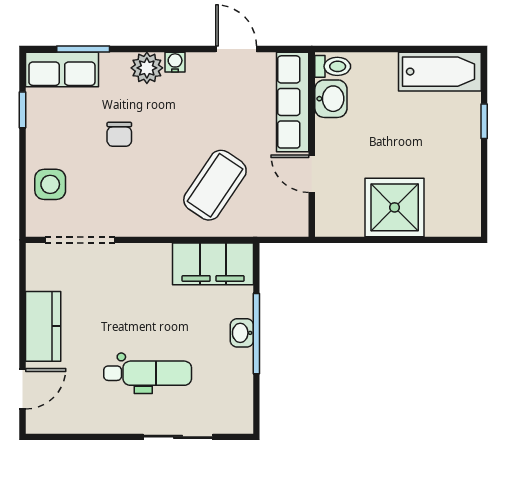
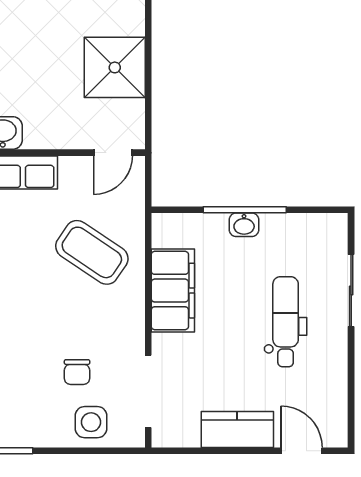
chair: (119, 134) -> (77, 372), moved, turned 90
door: (312, 174) -> (113, 153), moved
filing cabinet: (213, 264) -> (173, 291), moved

